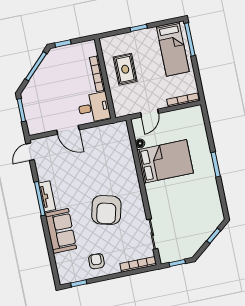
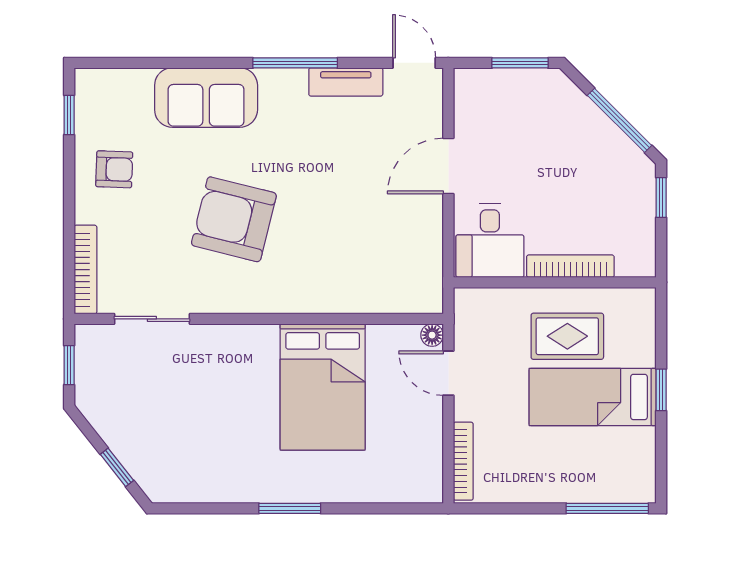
bed: (173, 49) -> (593, 397), moved
floor lamp: (140, 143) -> (432, 335), moved
tv unit: (47, 196) -> (346, 82), moved

